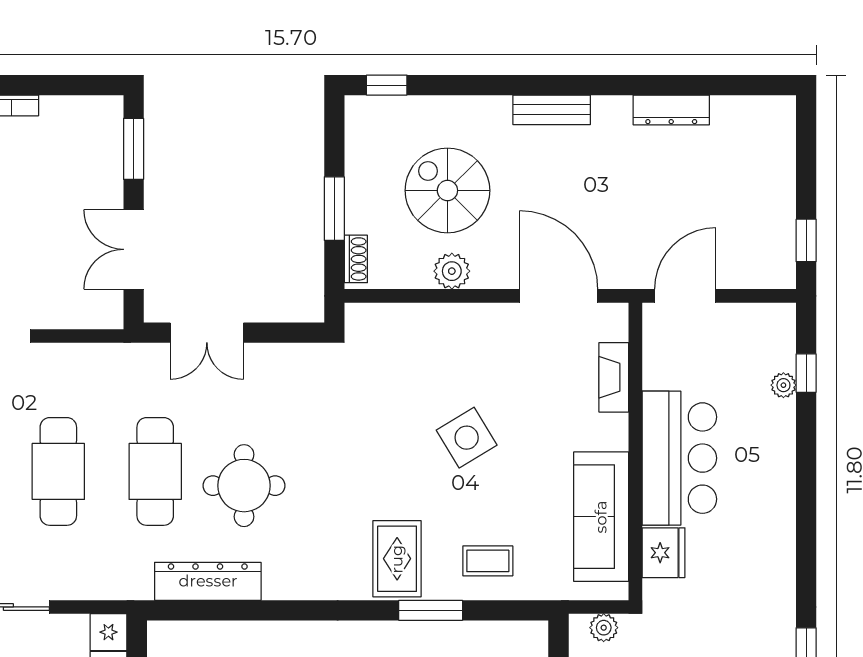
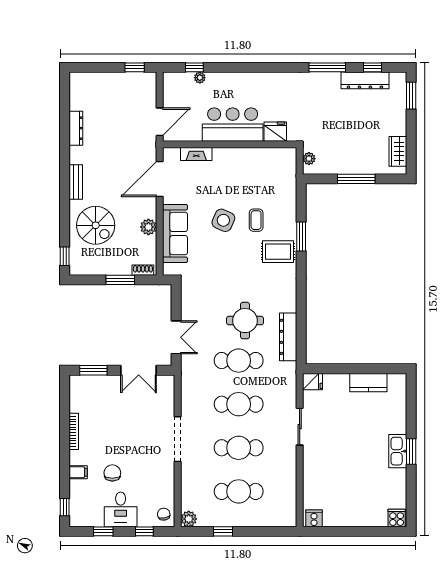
spiral stairs: (447, 190) -> (96, 225), moved, turned -90
door: (685, 296) -> (160, 122), swing flipped
side table: (467, 438) -> (223, 220), turned -35
sofa: (601, 517) -> (175, 234), moved, turned -90
coffee table: (488, 561) -> (256, 220), moved

